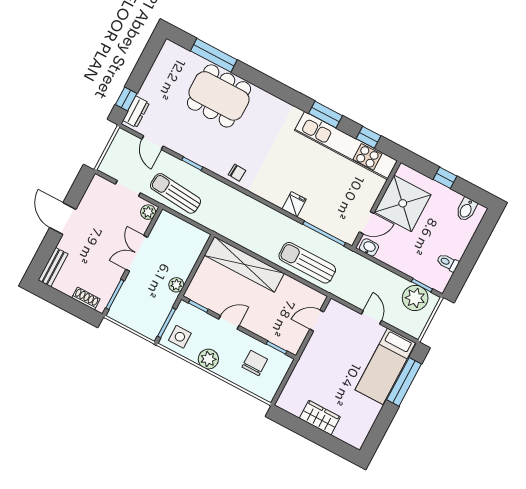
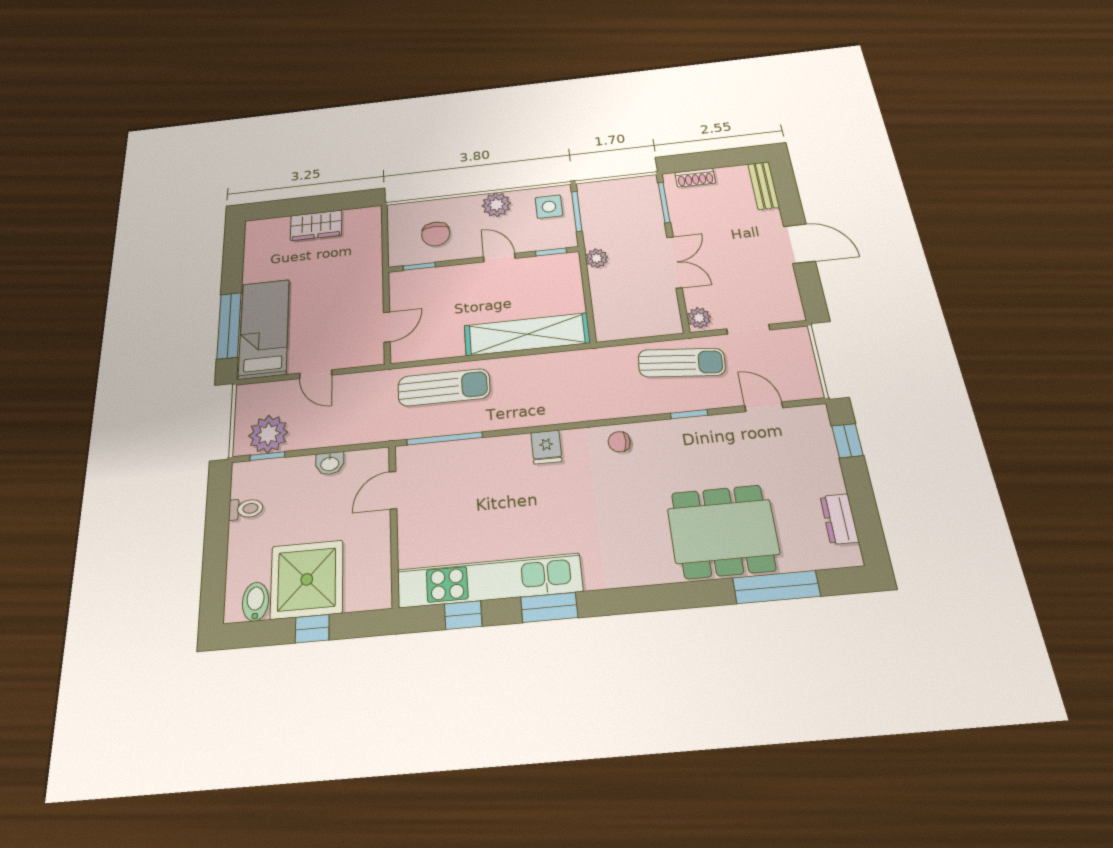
dresser: (136, 112) -> (839, 519), moved
shower: (403, 203) -> (307, 579), moved
fridge: (294, 204) -> (546, 447), moved
washbasin: (369, 247) -> (330, 463), moved
door: (229, 322) -> (499, 258), swing flipped

